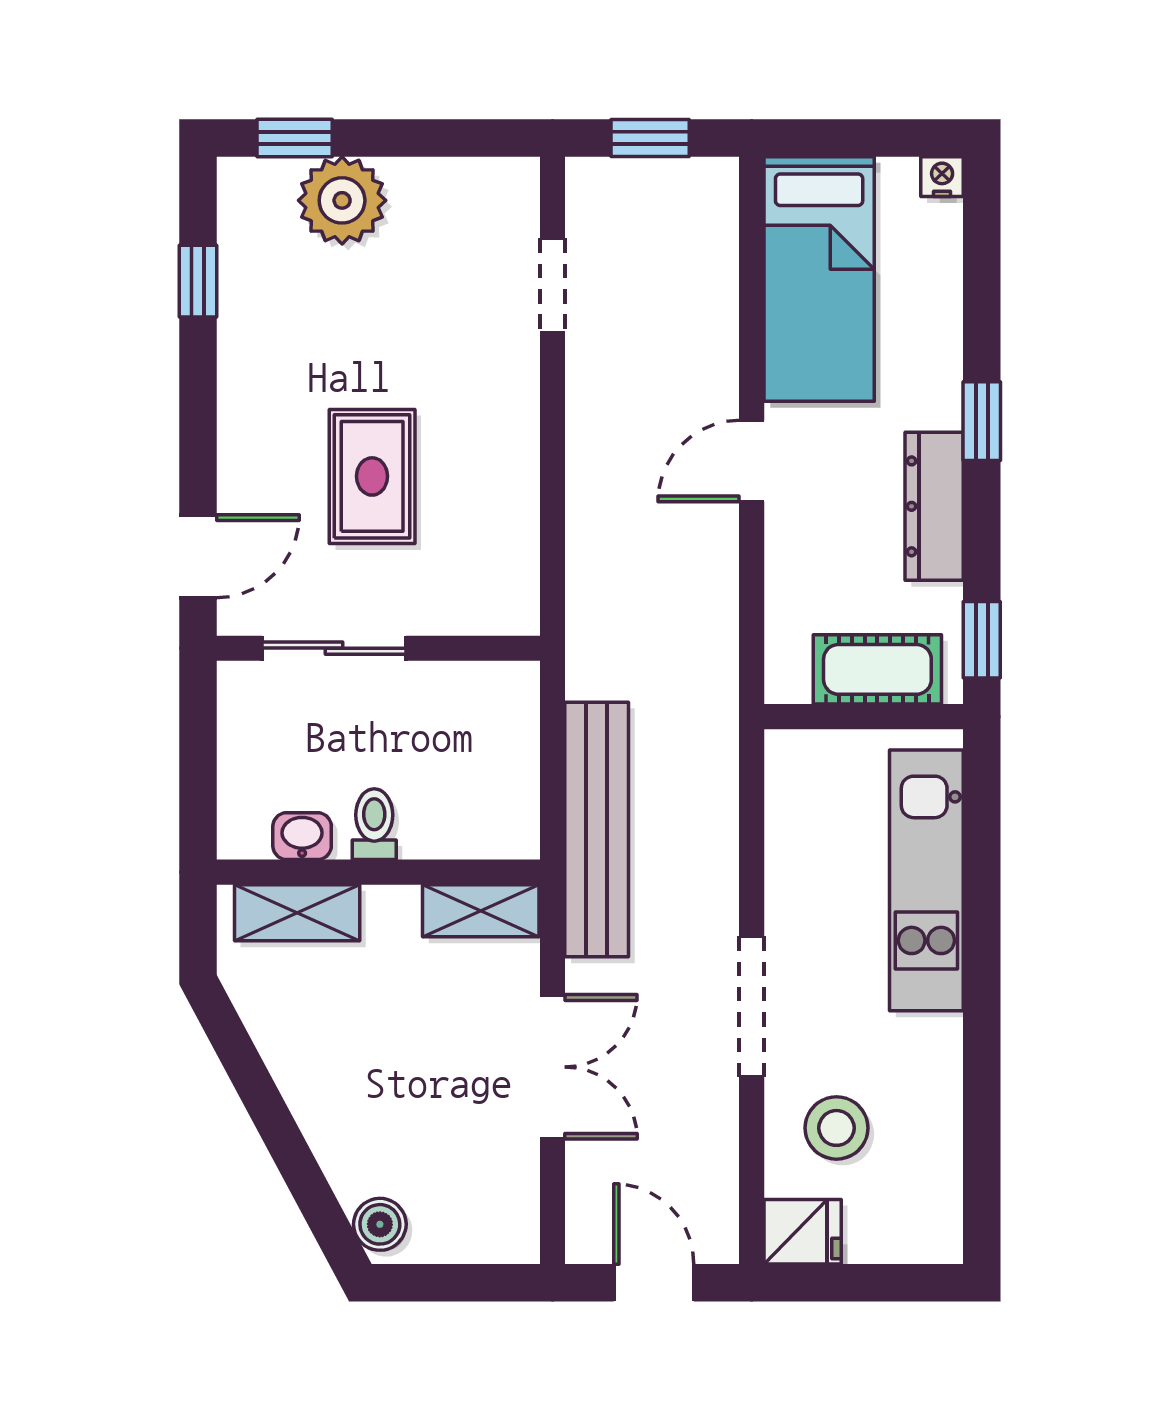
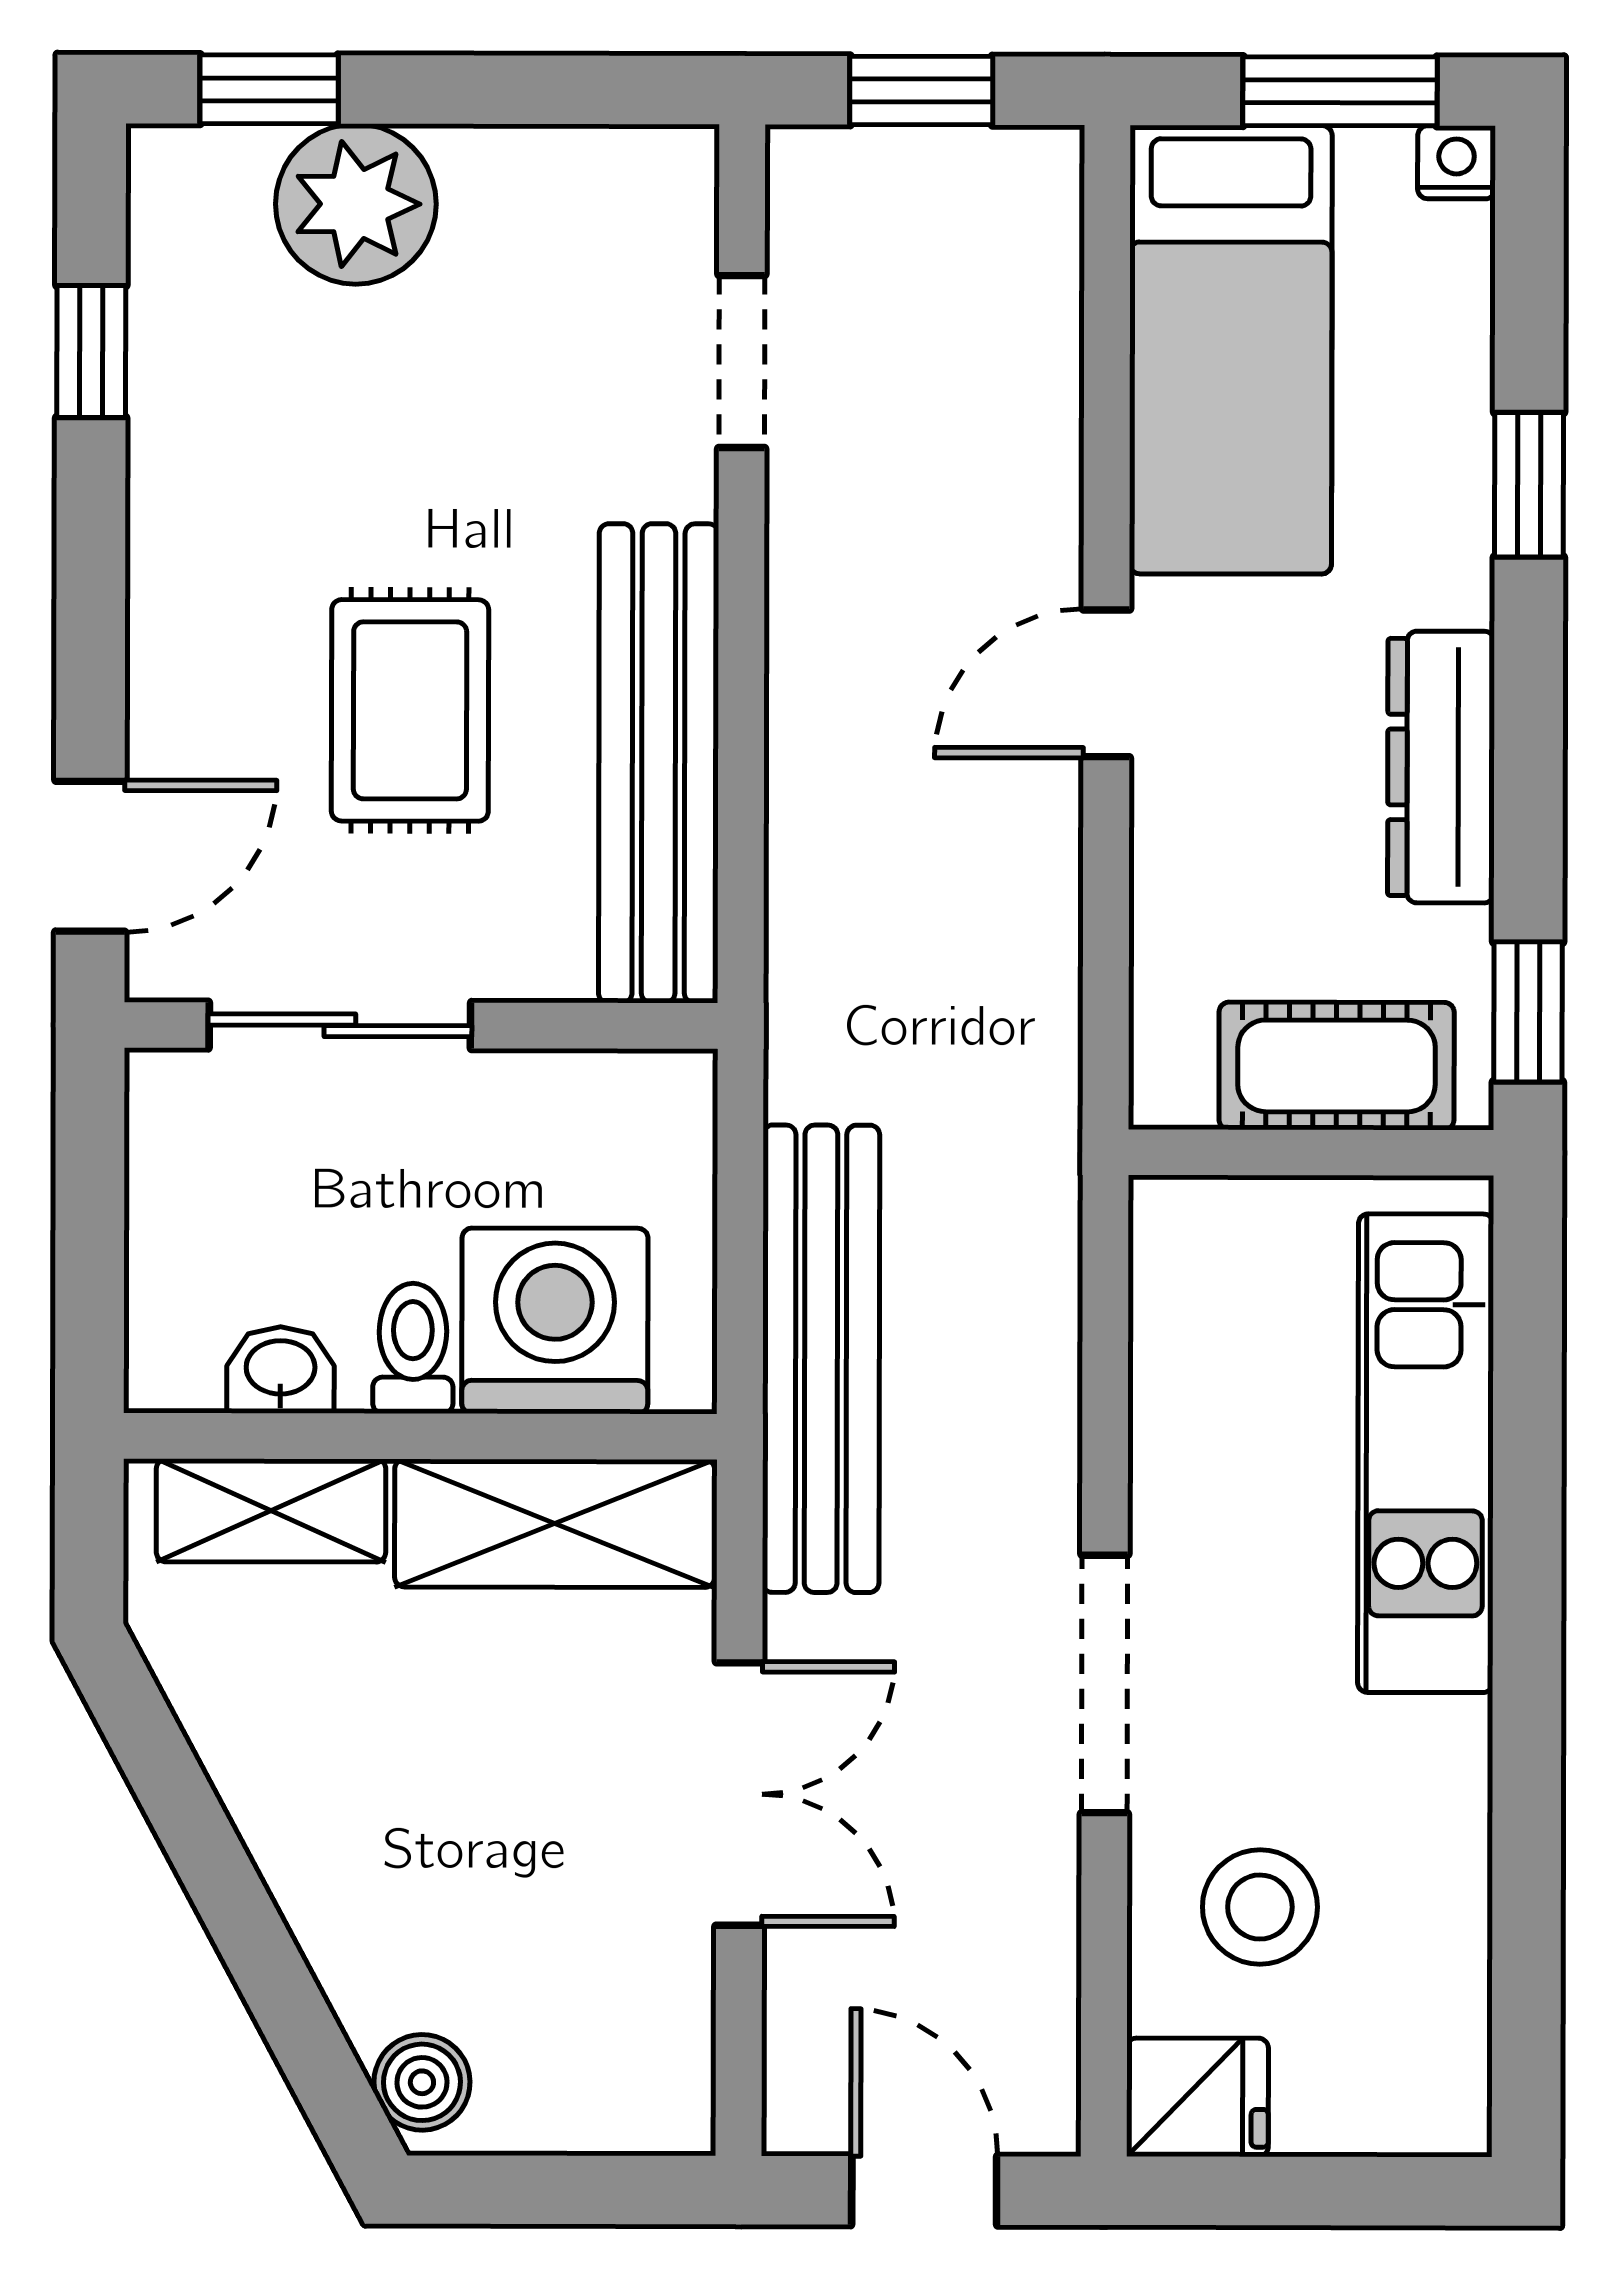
window: (878, 138) -> (1340, 91), added
window: (982, 421) -> (1529, 485), moved
bench: (508, 505) -> (659, 763), added
washing machine: (452, 809) -> (555, 1321), added
shelving: (481, 911) -> (555, 1523), width x1.50, depth x1.33

